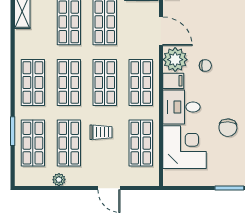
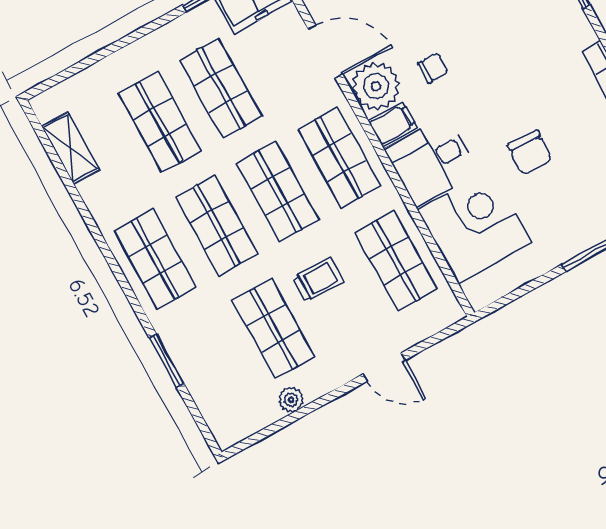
shop shelf: (33, 143) -> (212, 362), removed

